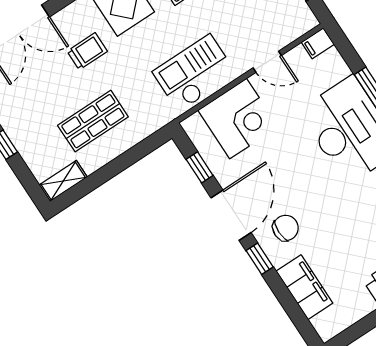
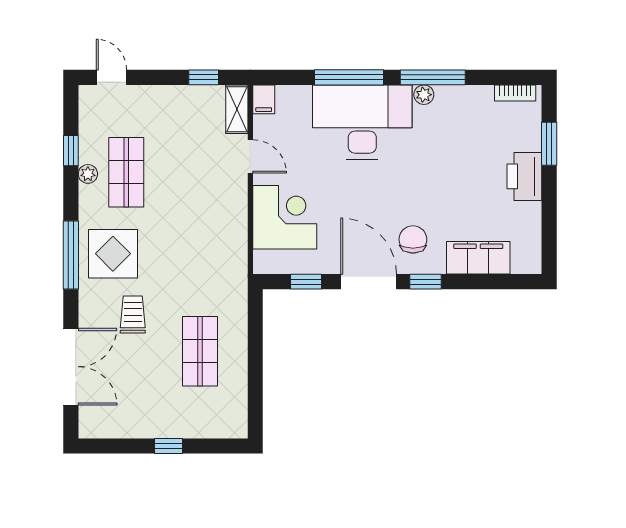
door: (267, 62) -> (250, 156), hinge flipped
checkout: (194, 73) -> (217, 230), removed
shelving: (63, 181) -> (237, 109), moved

